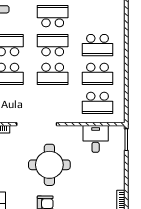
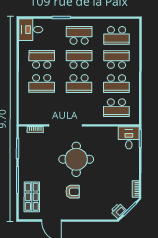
school desk: (98, 16) -> (117, 35), added
school desk: (98, 45) -> (116, 60), turned 180
desk: (96, 139) -> (129, 138), moved

